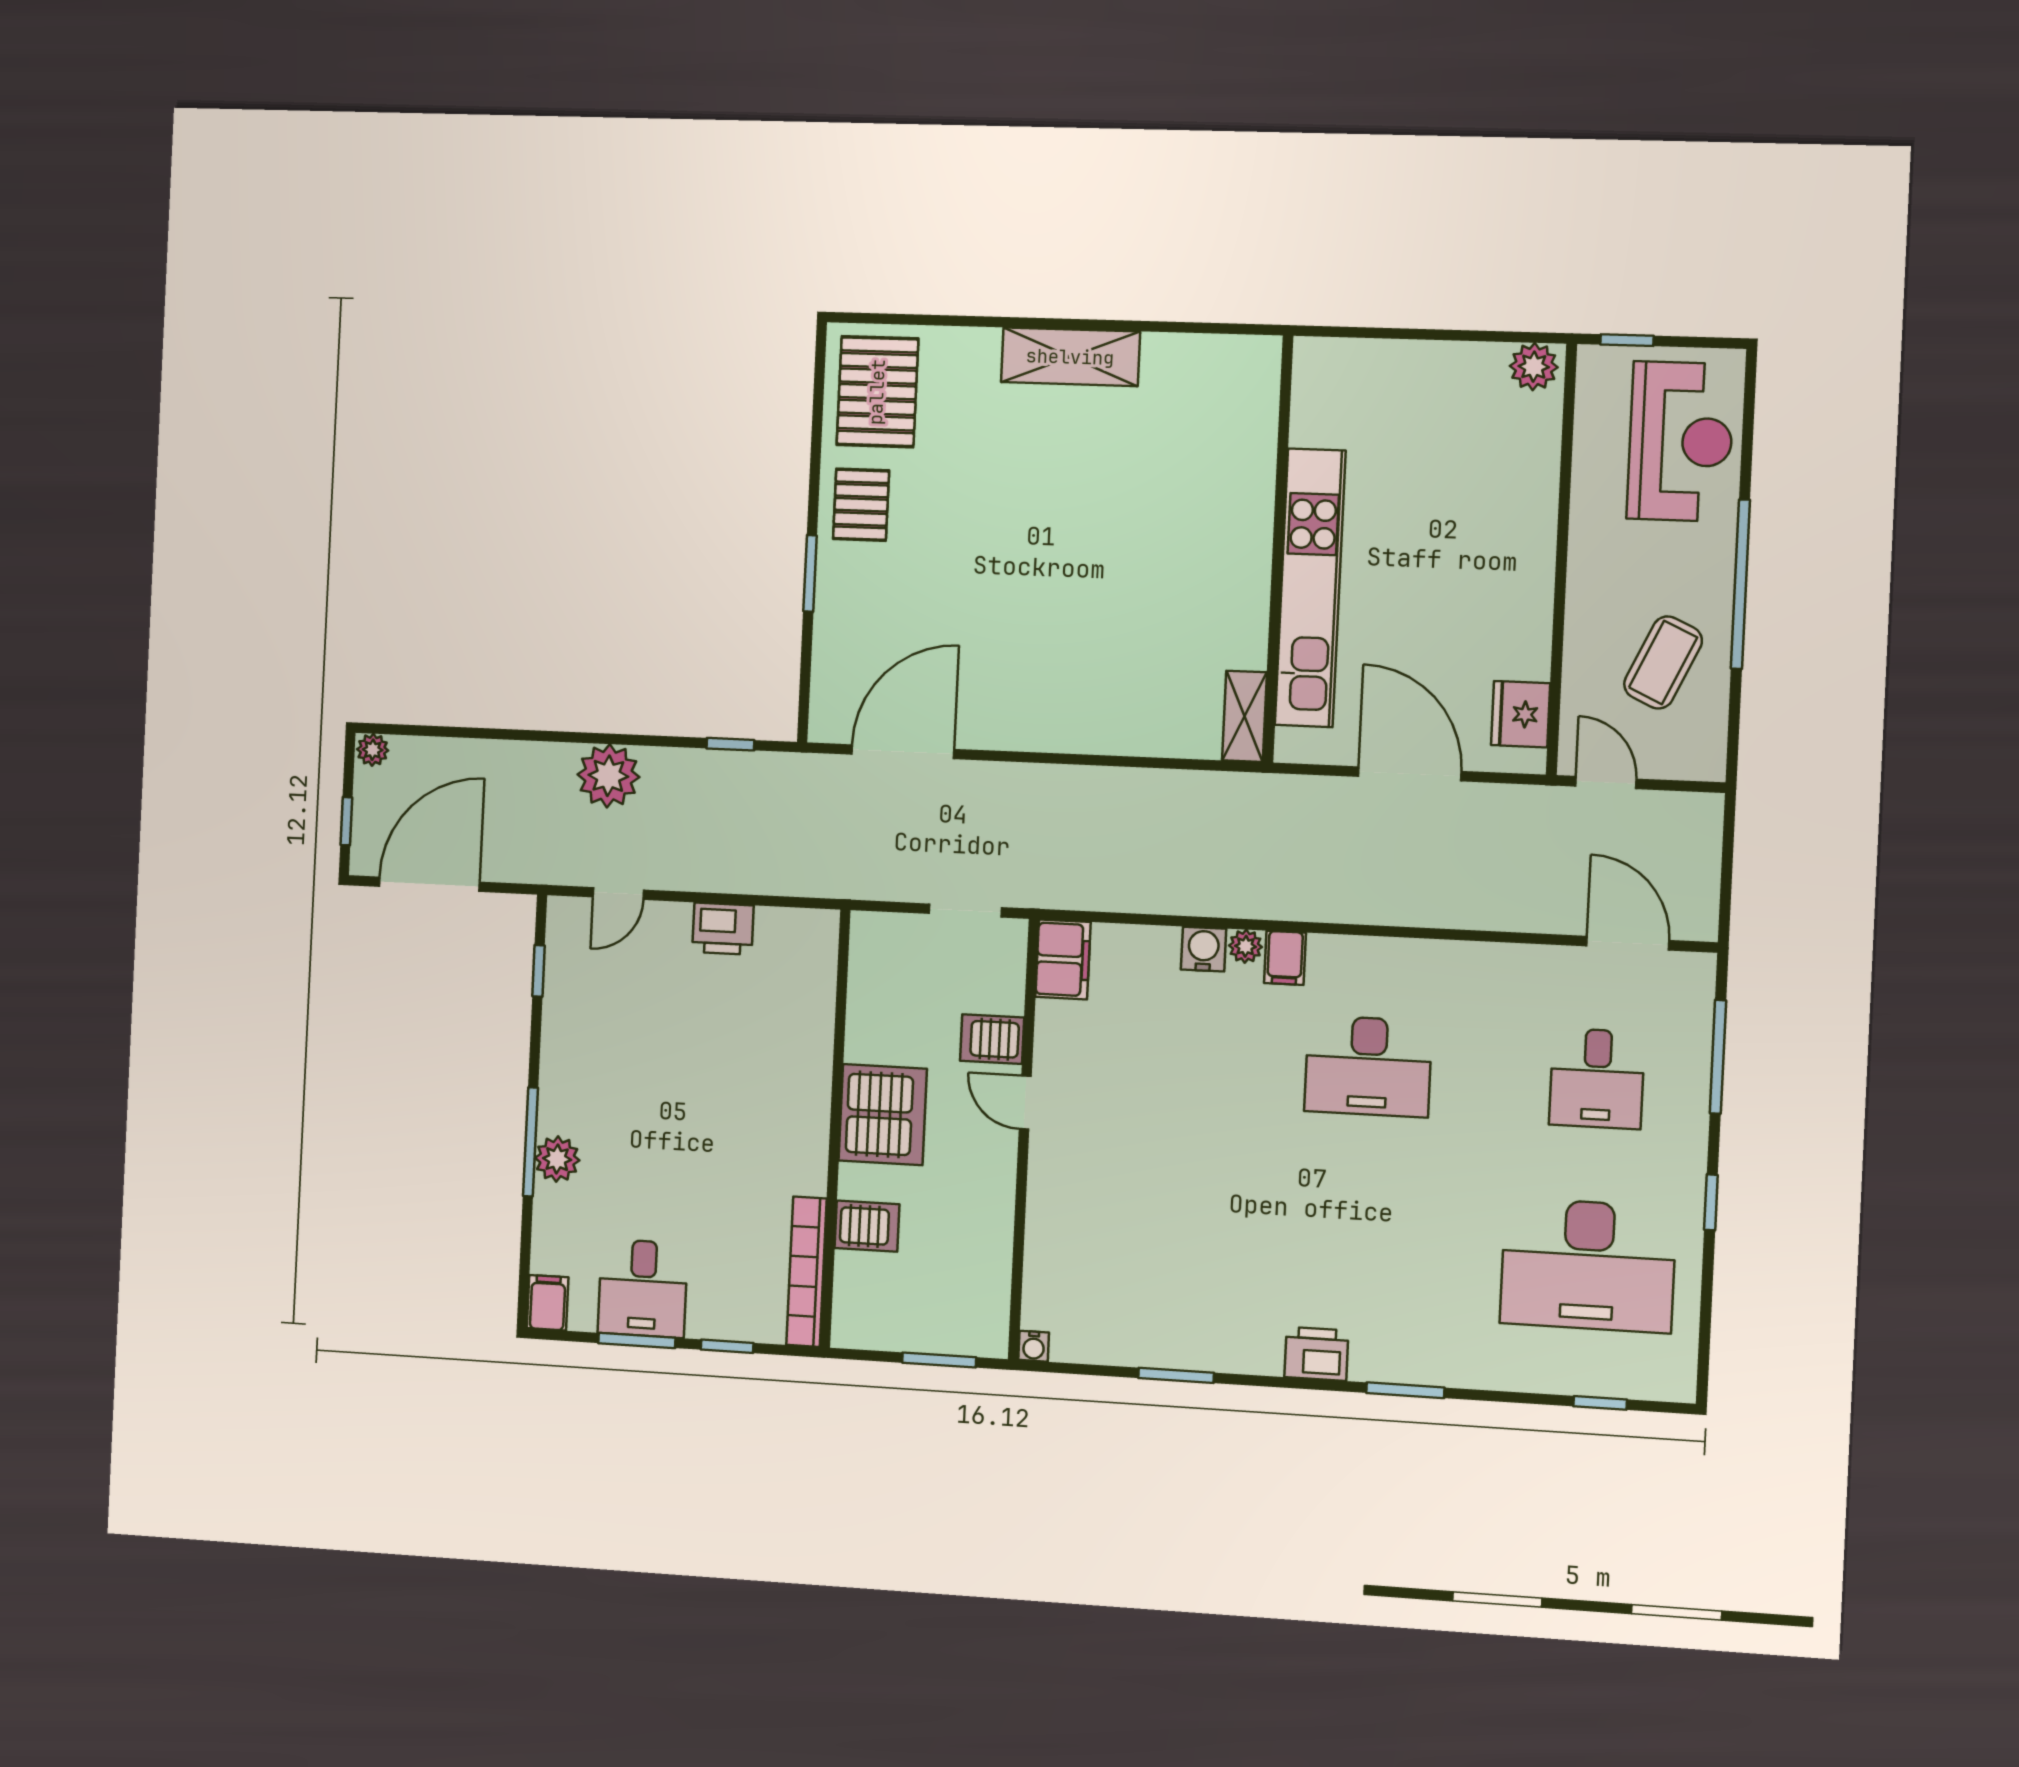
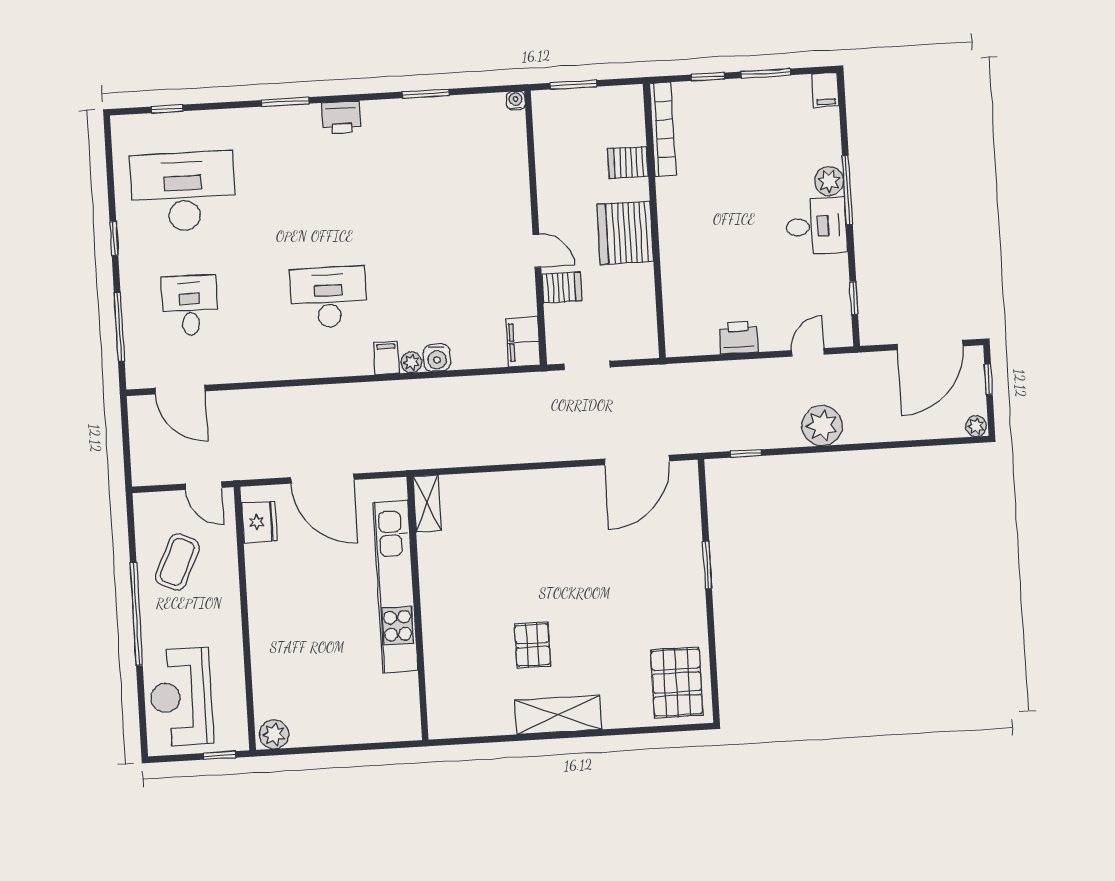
pallet: (861, 505) -> (533, 645), moved
desk: (643, 1288) -> (816, 226), moved, turned 90

